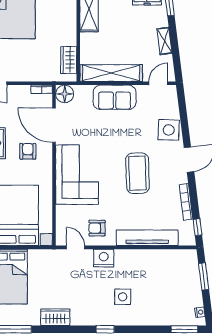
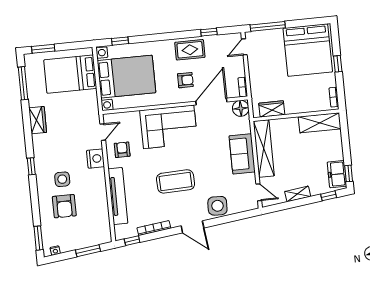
armchair: (152, 297) -> (64, 206), added

